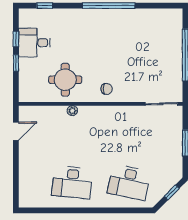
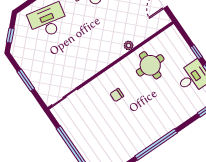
chair: (107, 89) -> (117, 95), moved

